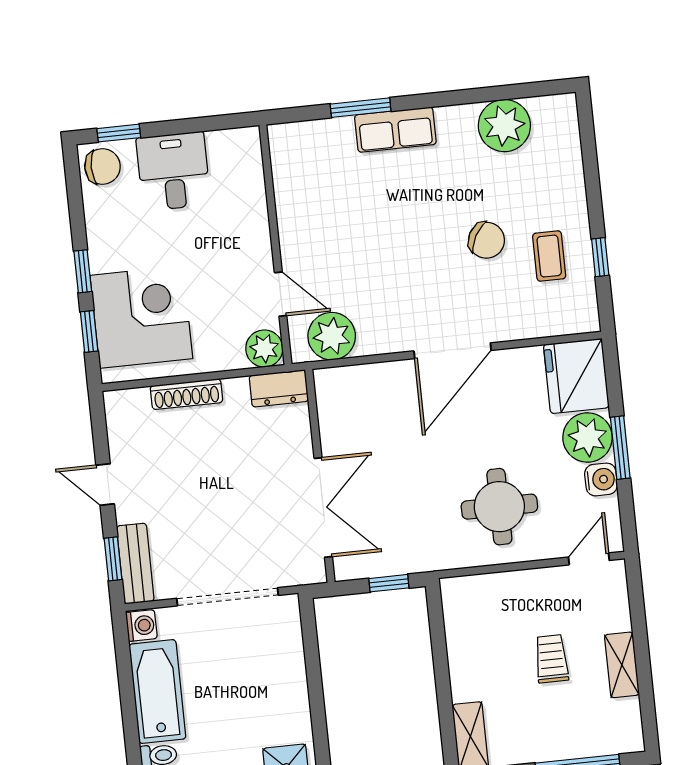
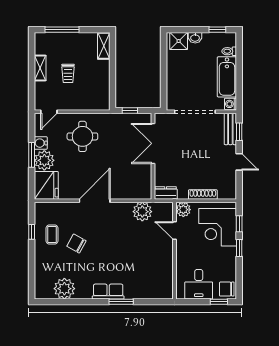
wall: (275, 245) -> (174, 251), moved
door: (281, 294) -> (174, 231), moved
plant: (264, 348) -> (183, 210), moved

